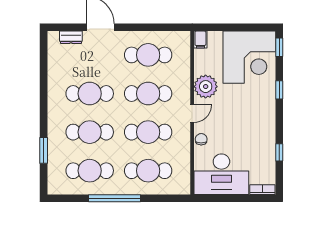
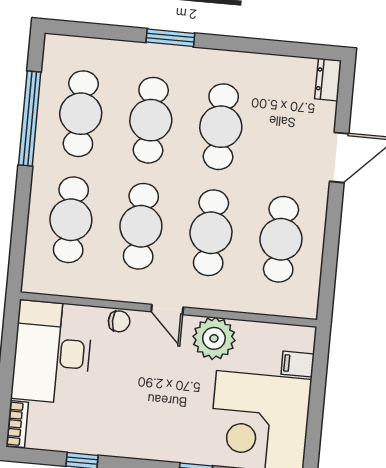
dresser: (71, 37) -> (328, 80), moved
filing cabinet: (200, 40) -> (298, 364), moved
window: (44, 150) -> (170, 38), moved
window: (115, 198) -> (30, 119), moved

